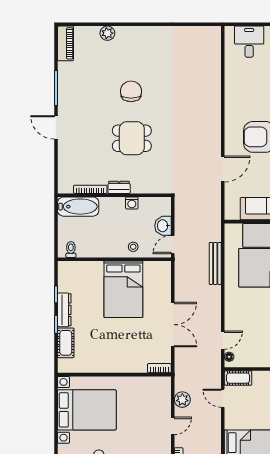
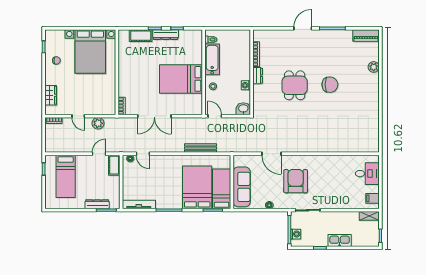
bathtub: (78, 207) -> (212, 59), moved, turned 180
washbasin: (163, 226) -> (243, 109), moved

